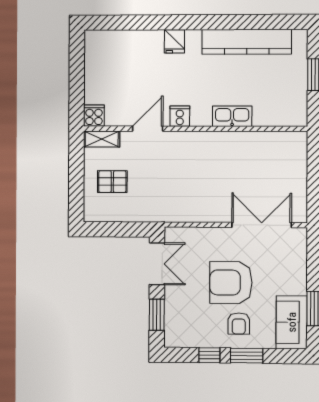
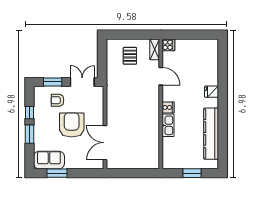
cooker: (180, 116) -> (168, 107), moved
double door: (262, 225) -> (105, 143), swing flipped
double door: (157, 264) -> (82, 82), swing flipped
armchair: (239, 324) -> (57, 100), moved

